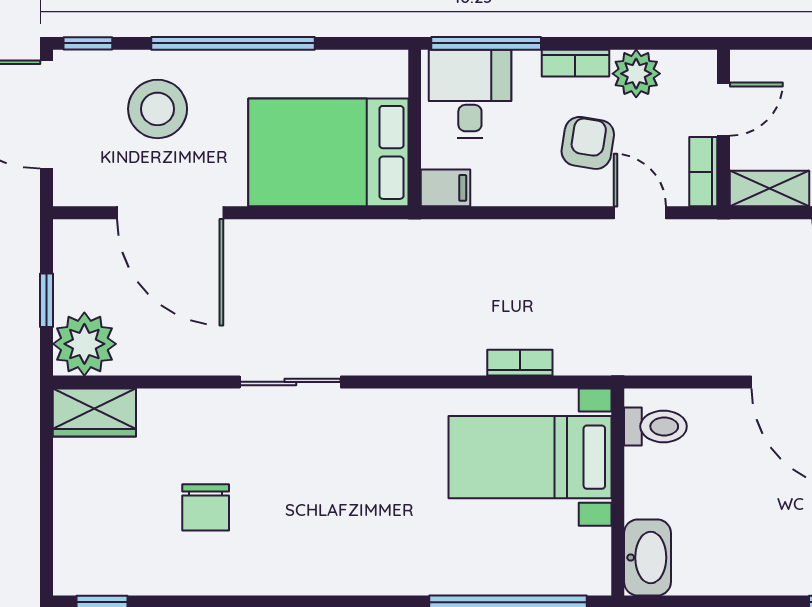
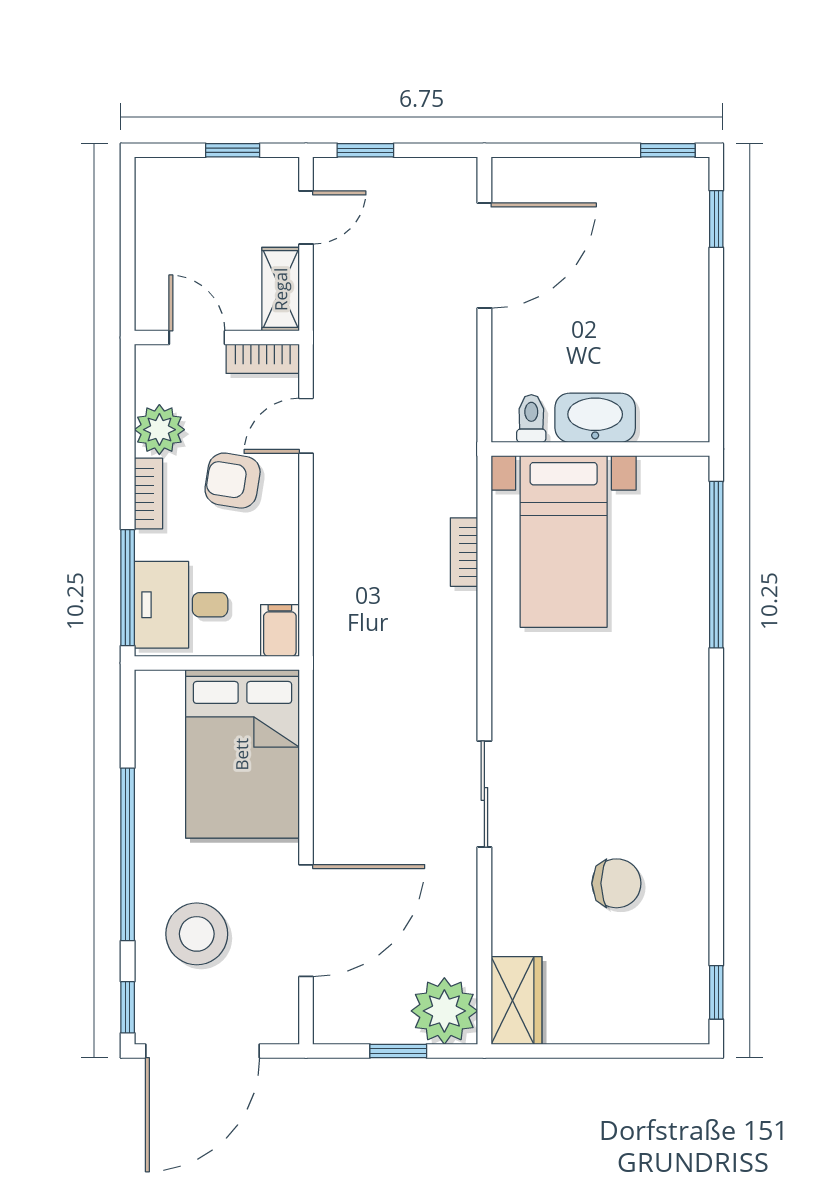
toilet: (655, 426) -> (531, 419), width x0.73, depth x0.72
washbasin: (647, 558) -> (595, 418), moved

